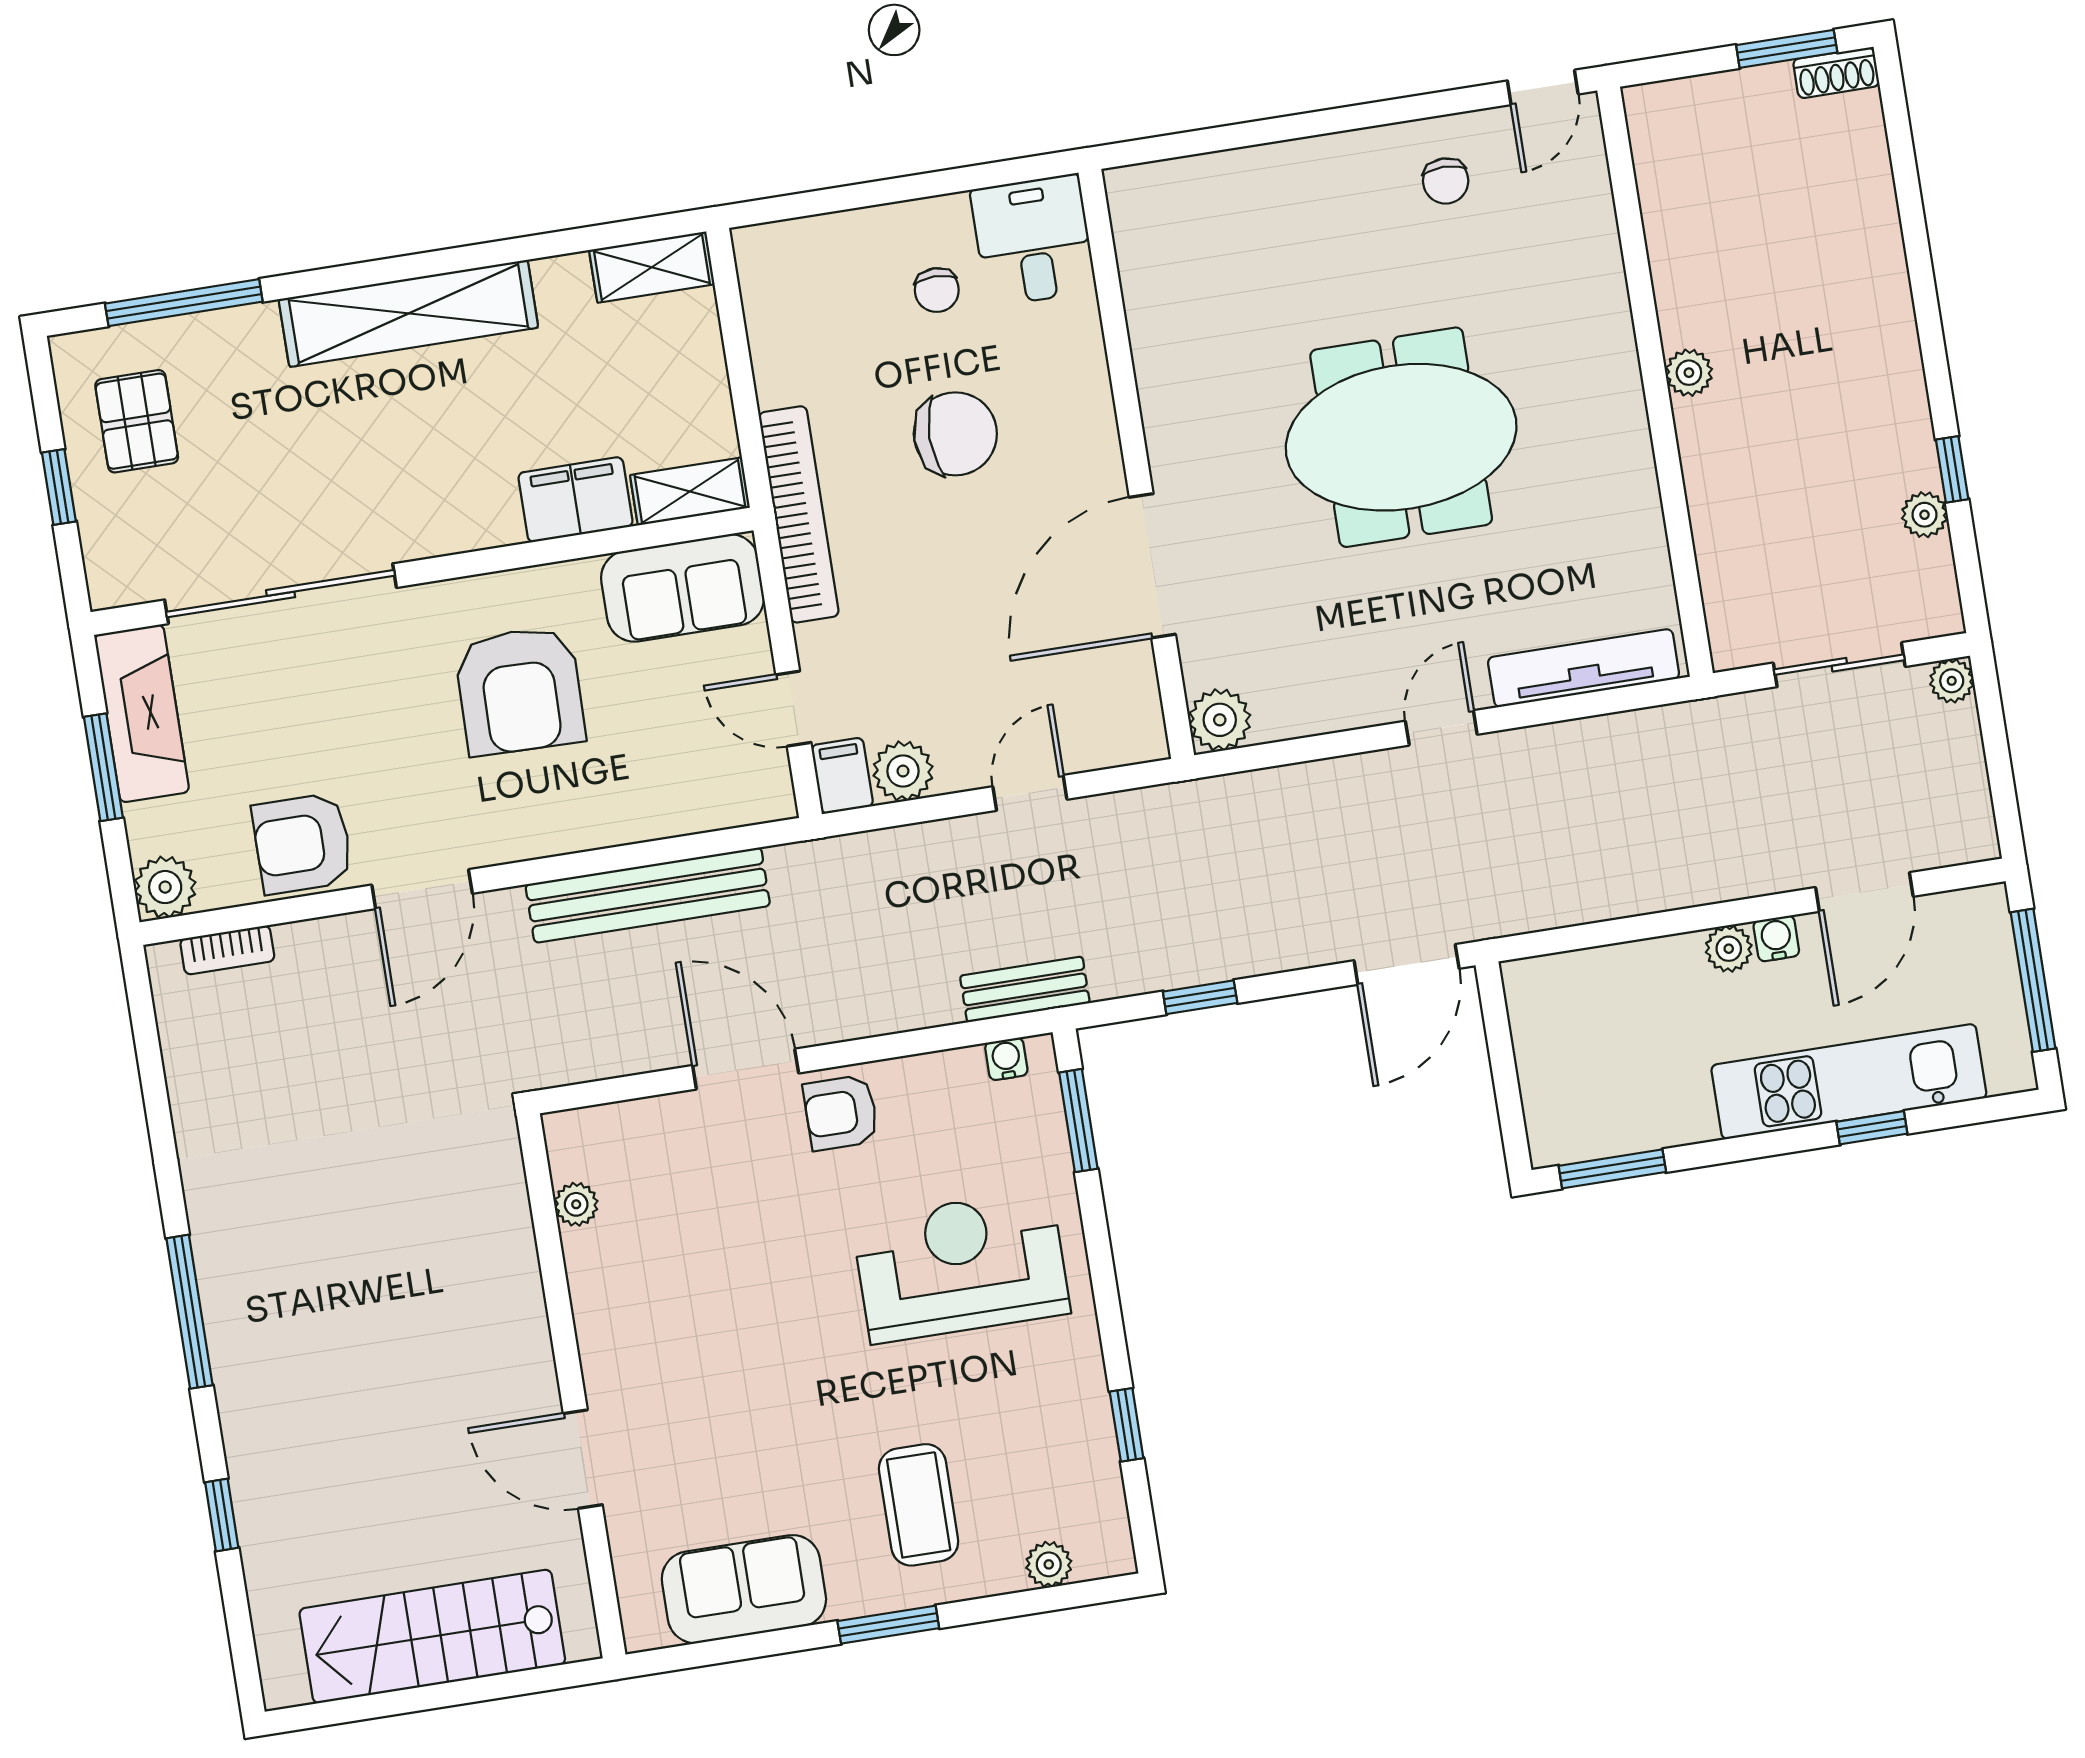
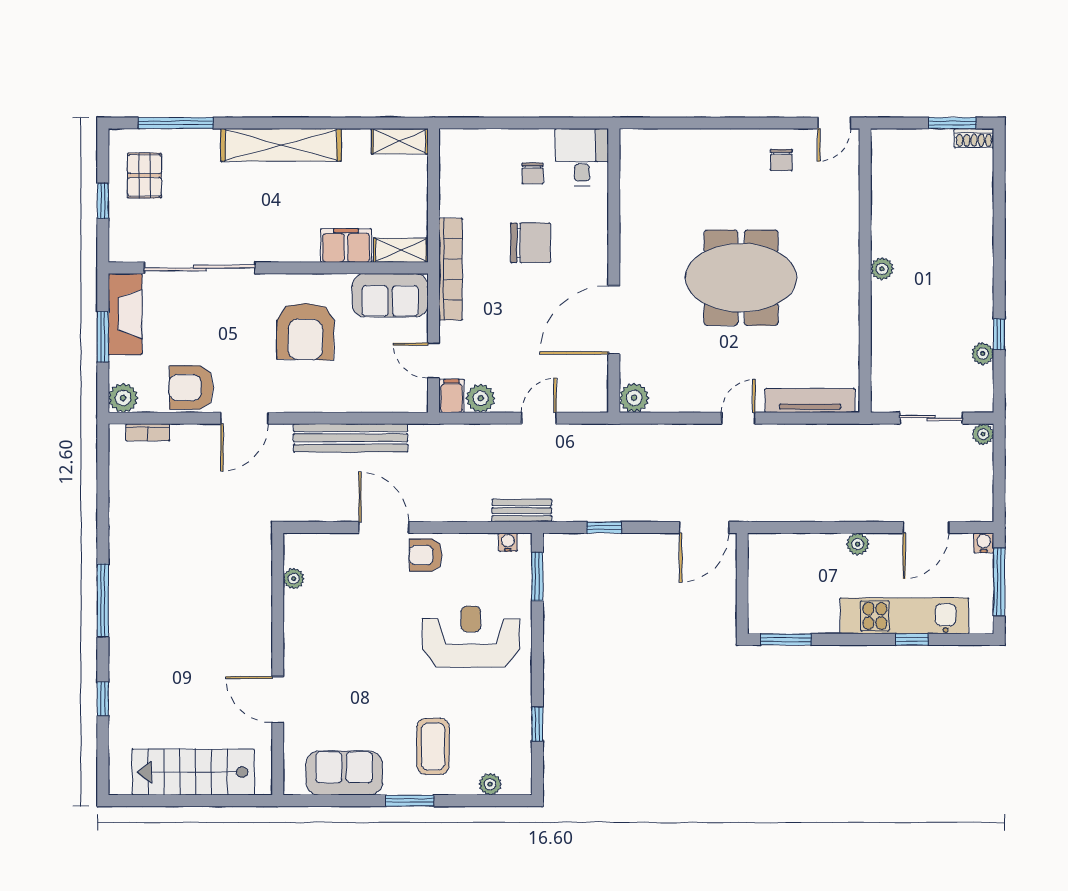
water cooler: (1776, 938) -> (984, 543), moved

